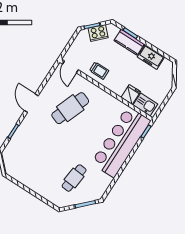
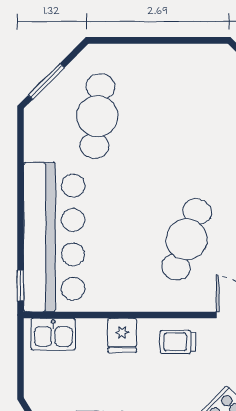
fridge: (131, 95) -> (122, 335), moved
cafe table: (74, 178) -> (97, 116), width x1.37, depth x1.35

